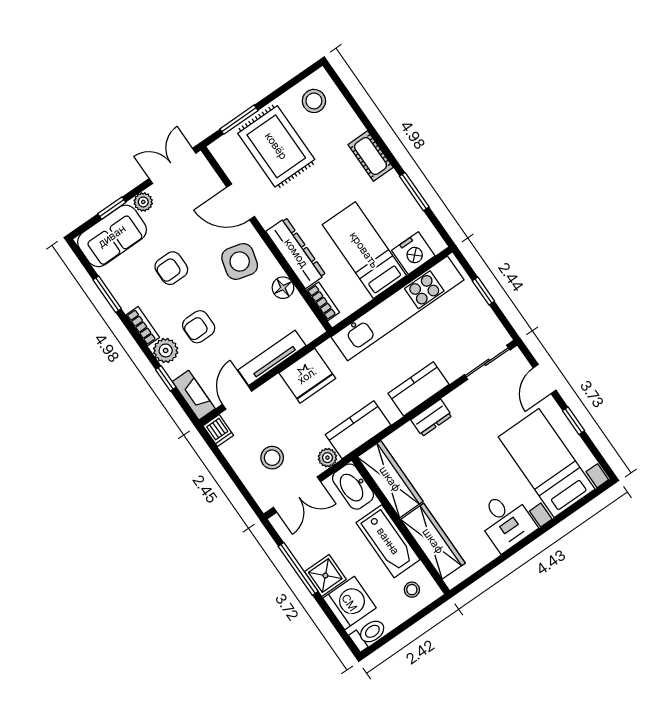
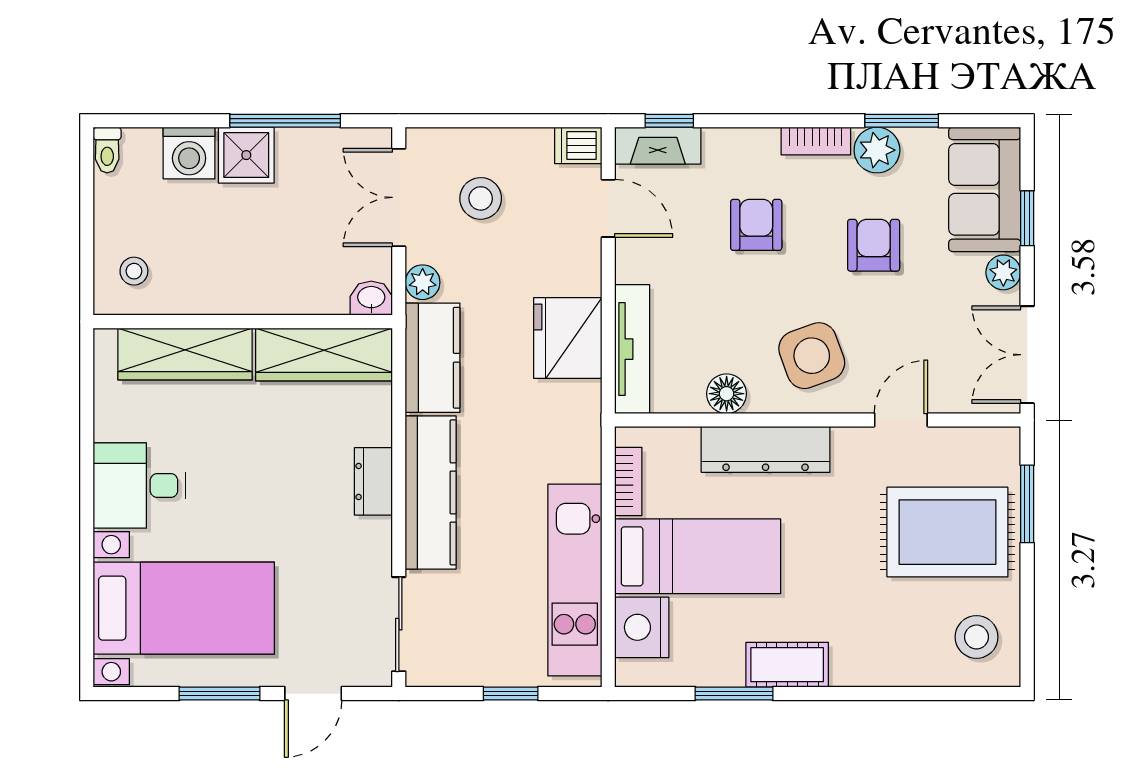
cot: (371, 156) -> (787, 665), moved
double door: (173, 166) -> (1027, 355), swing flipped
door: (241, 202) -> (901, 420), width x0.73
side table: (240, 262) -> (812, 356), turned -35
bookcase: (323, 301) -> (628, 481), moved, turned -90
kitchen unit: (397, 308) -> (575, 580), width x0.73
plant: (166, 350) -> (877, 150), moved
tv unit: (272, 358) -> (632, 349), moved
window: (166, 378) -> (669, 121), moved
door: (545, 379) -> (313, 694), swing flipped
kitchen counter: (419, 389) -> (431, 492), width x1.50
window: (574, 421) -> (220, 694), width x1.50
washbasin: (353, 487) -> (371, 298), width x0.52, depth x0.69
bathtub: (388, 541) -> (232, 286), removed
washing machine: (349, 603) -> (189, 153), width x0.73, depth x0.73
toilet: (368, 634) -> (107, 150), width x0.73, depth x0.72

